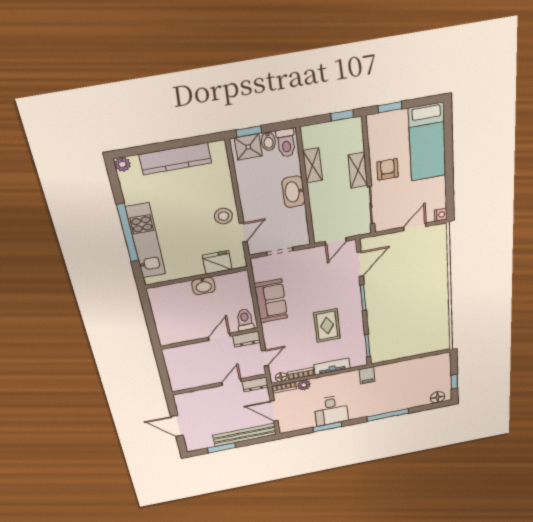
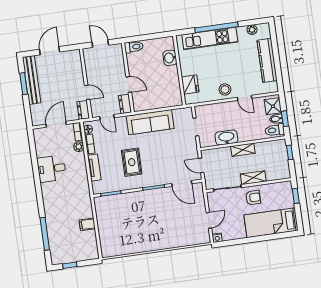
window: (342, 115) -> (290, 152), moved
window: (249, 131) -> (285, 119), moved
plant: (123, 164) -> (252, 30), moved
shelving: (313, 165) -> (243, 150), moved
washbasin: (294, 192) -> (226, 137), moved
door: (415, 227) -> (209, 220), hinge flipped
door: (243, 233) -> (245, 98), moved
washbasin: (203, 286) -> (170, 58), moved
sofa: (271, 301) -> (150, 122), width x1.36
toilet: (245, 320) -> (134, 47), moved
rug: (327, 326) -> (132, 162), turned 90
door: (163, 373) -> (100, 44), added
filing cabinet: (367, 375) -> (87, 224), moved
floor lamp: (438, 397) -> (56, 253), removed
window: (388, 415) -> (45, 234), moved
window: (327, 427) -> (35, 166), removed
bench: (245, 435) -> (32, 80), moved

